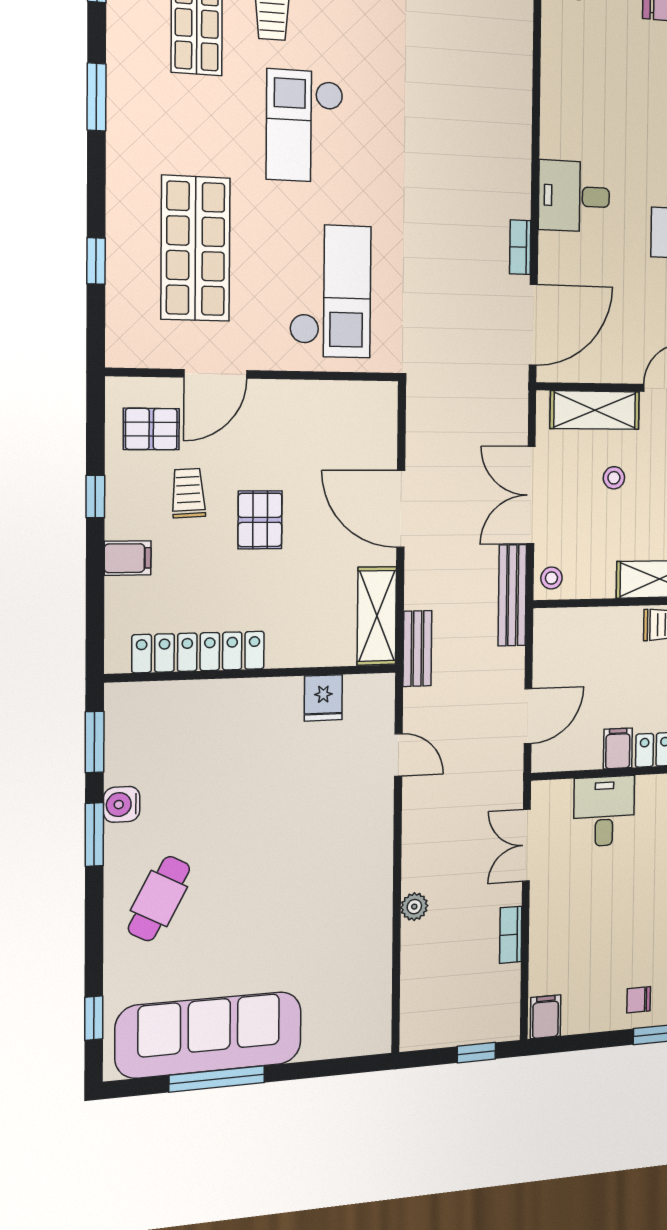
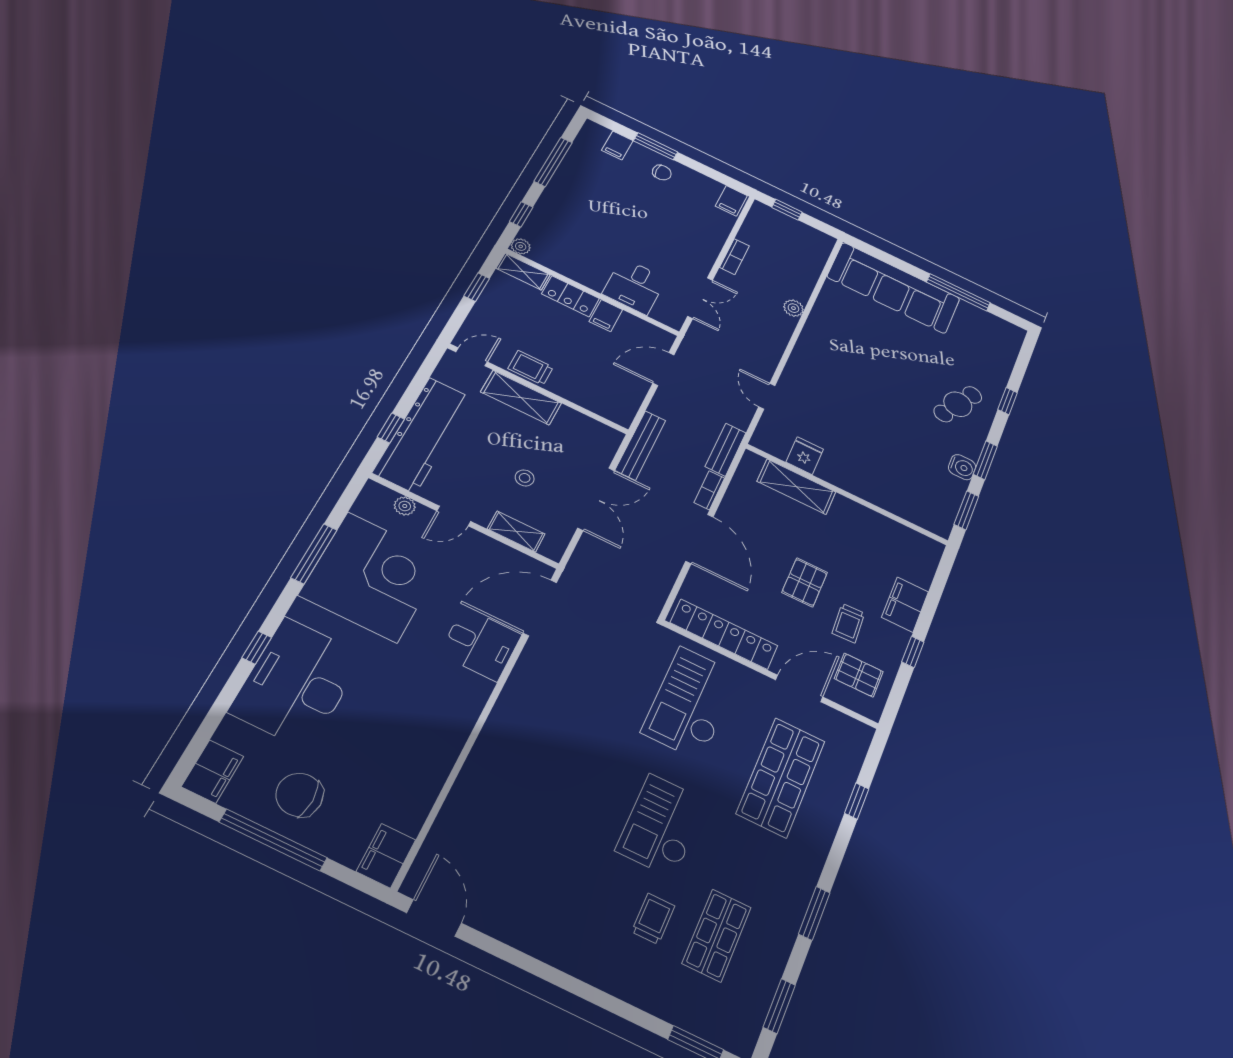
checkout: (305, 126) -> (662, 826), turned 180
desk: (574, 196) -> (480, 644), moved
bookcase: (520, 247) -> (709, 490), moved, turned 180
shelving: (595, 410) -> (516, 531), width x0.67, depth x0.75
filing cabinet: (128, 558) -> (905, 604), width x2.00
stool: (551, 578) -> (606, 441), removed
shelving: (377, 616) -> (796, 487), moved, turned 90
locker: (199, 652) -> (724, 634), moved, turned 180
window: (94, 1018) -> (1008, 401), moved
sofa: (209, 1035) -> (894, 288), moved

